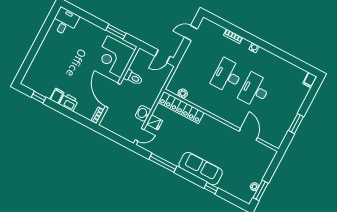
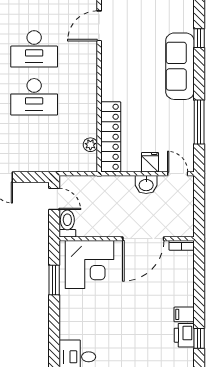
toilet: (133, 78) -> (67, 223), moved
printer: (69, 102) -> (184, 335), moved

